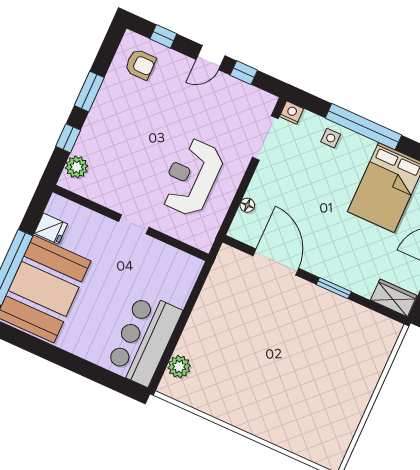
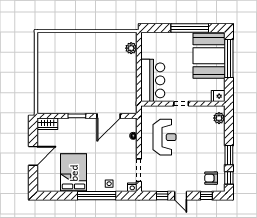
door: (210, 58) -> (181, 196), swing flipped
window: (68, 138) -> (229, 178), moved
fridge: (51, 229) -> (218, 96), moved
door: (276, 262) -> (109, 116), hinge flipped
bar counter: (144, 339) -> (153, 80), moved
window: (56, 355) -> (190, 28), added

